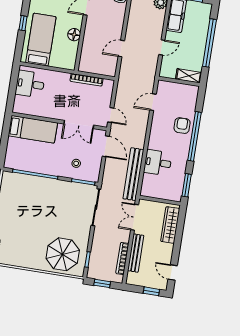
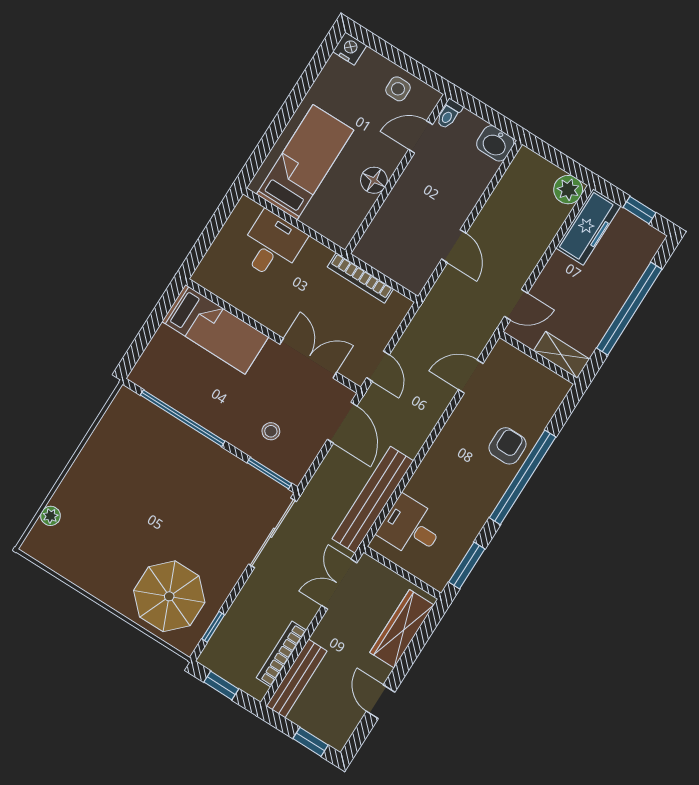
window: (23, 23) -> (284, 115), removed
door: (162, 47) -> (516, 305), moved
door: (121, 48) -> (454, 246), swing flipped
desk: (30, 84) -> (272, 245), moved, turned 90
double door: (79, 125) -> (308, 358), swing flipped
desk: (158, 163) -> (411, 527), moved
bench: (136, 253) -> (297, 678), moved
door: (173, 273) -> (381, 702), moved

